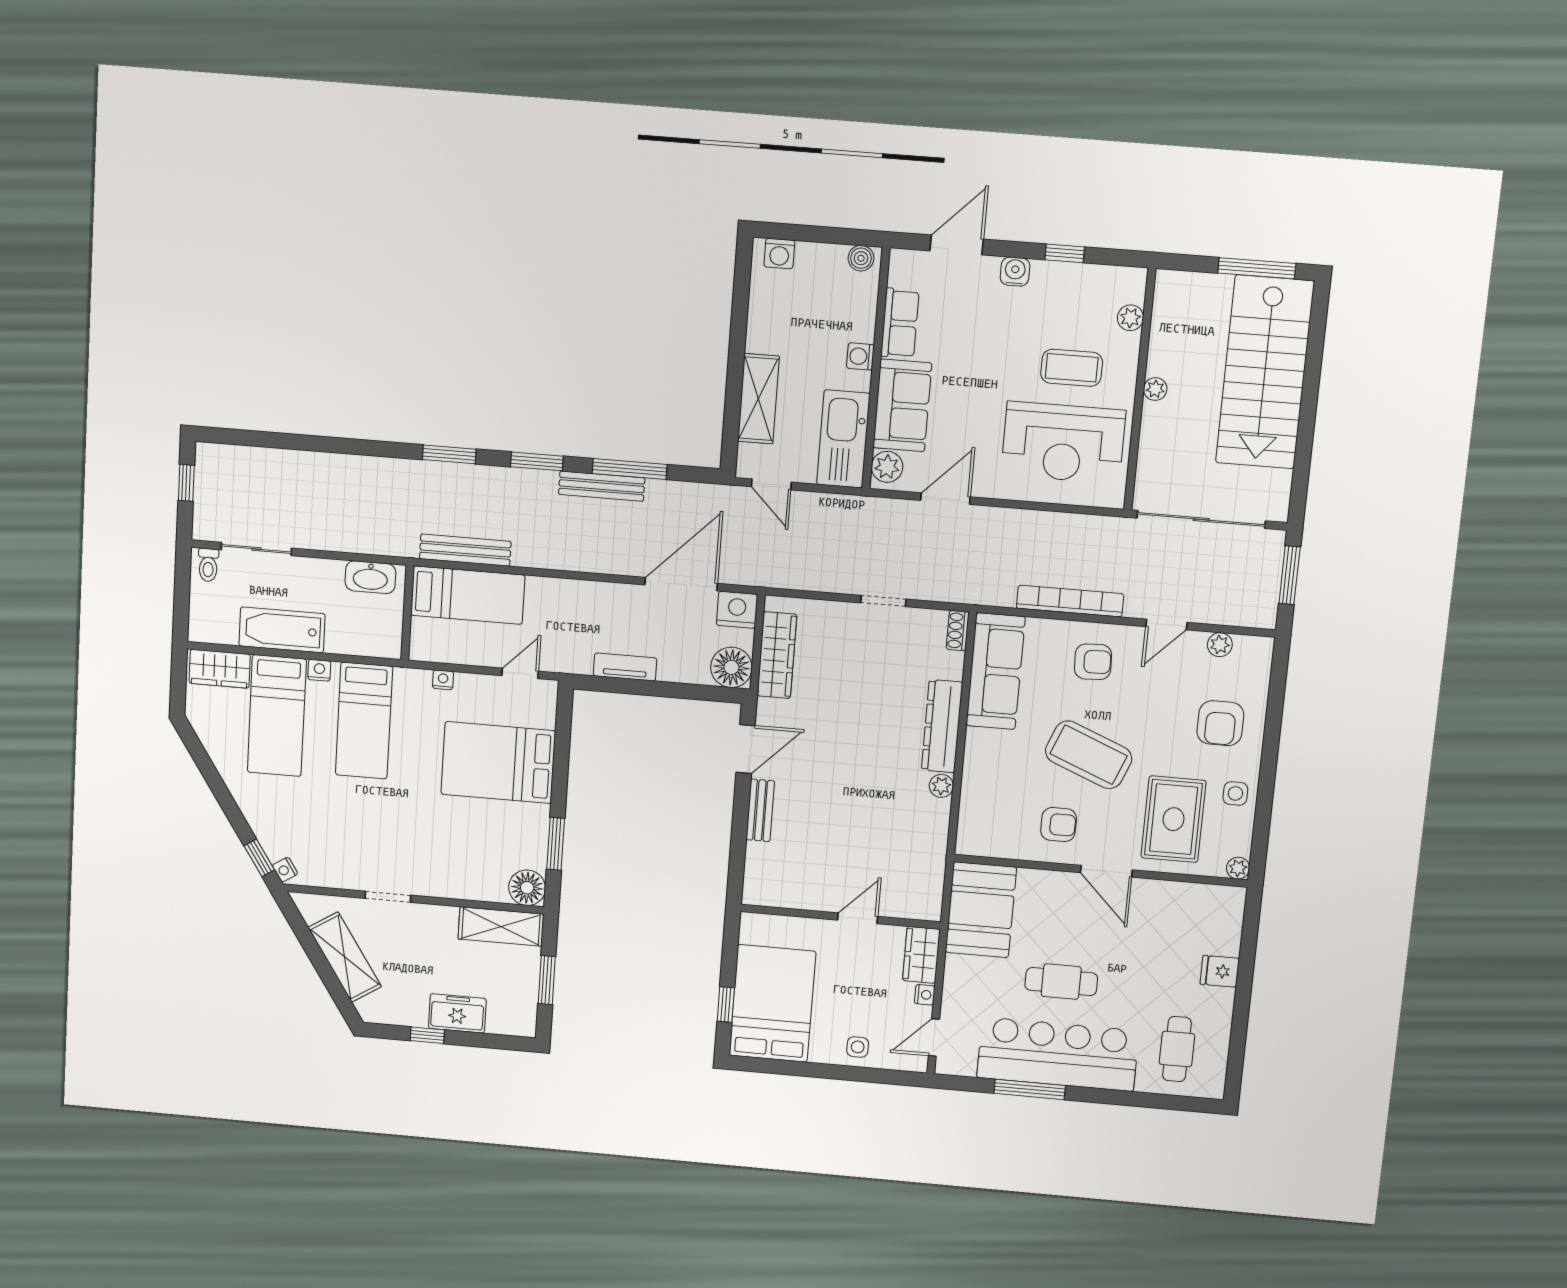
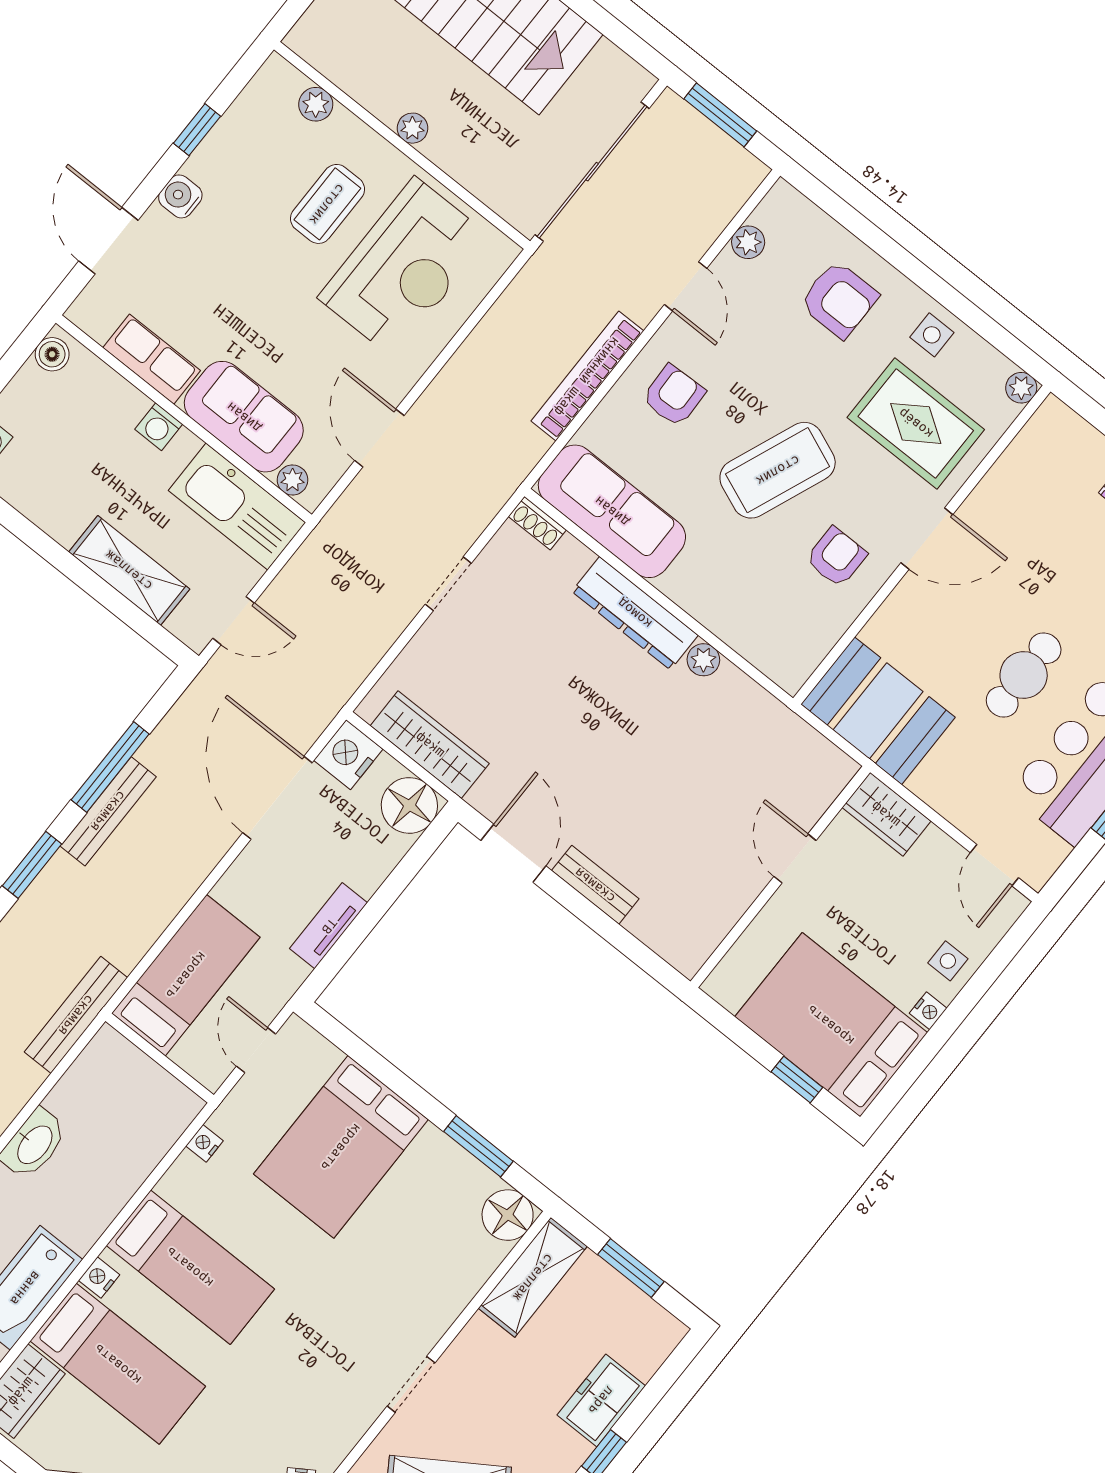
plant: (887, 467) -> (293, 480), width x0.73, depth x0.73
bed: (468, 595) -> (186, 975), moved
wall: (407, 613) -> (160, 1058), moved
nightstand: (925, 995) -> (928, 1011), moved, turned 90

